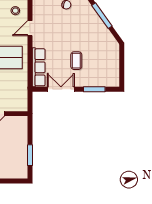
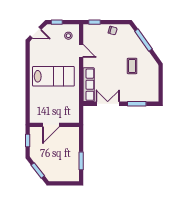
door: (30, 28) -> (81, 51), swing flipped
coffee table: (76, 61) -> (132, 66), moved

